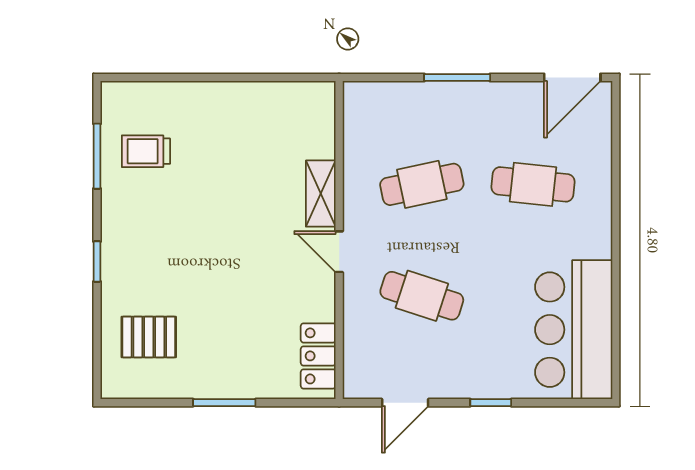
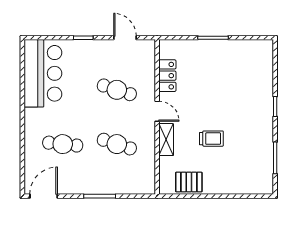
trolley: (146, 151) -> (211, 139), moved
cafe table: (422, 184) -> (117, 144), turned 30
pallet: (149, 337) -> (189, 182), moved
locker: (318, 356) -> (167, 76), moved
door: (405, 403) -> (125, 38), hinge flipped

